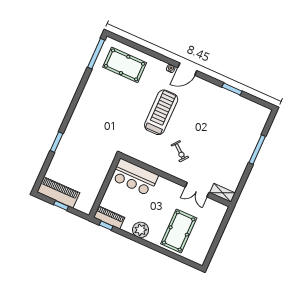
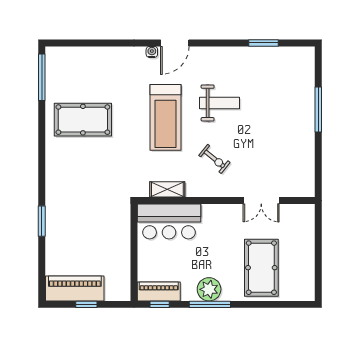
pool table: (125, 65) -> (83, 120), moved
window: (232, 89) -> (264, 43), moved
treadmill: (161, 112) -> (165, 117), turned 180
weight bench: (198, 118) -> (220, 103), added
shelving: (223, 193) -> (167, 189), moved
window: (137, 239) -> (210, 304), added

